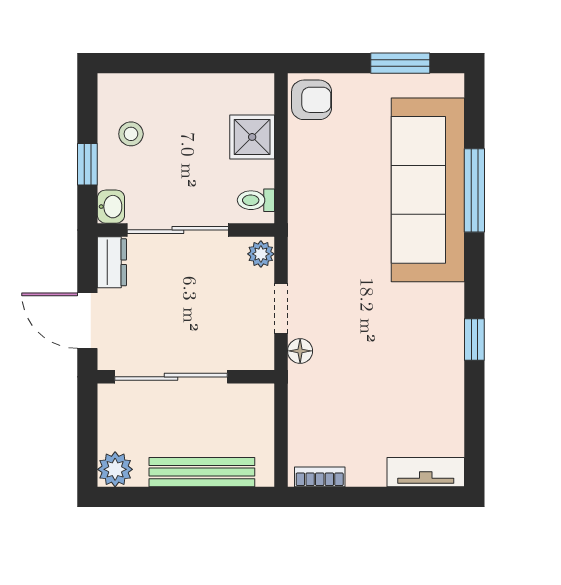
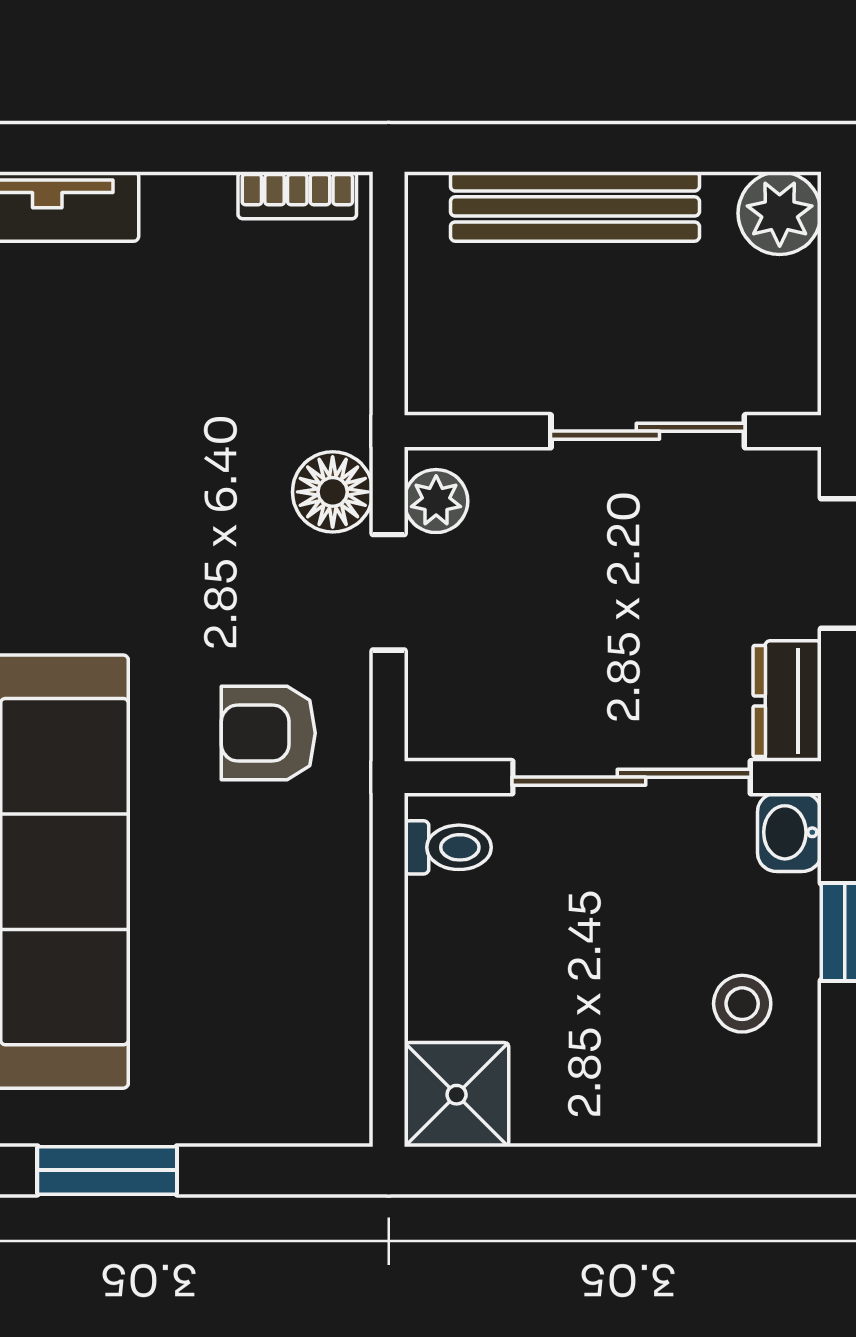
armchair: (312, 100) -> (268, 733), moved
shower: (252, 137) -> (457, 1095), moved
plant: (261, 254) -> (436, 501), moved
floor lamp: (300, 351) -> (333, 492), width x1.37, depth x1.37
sliding door: (171, 377) -> (648, 431), width x0.73

